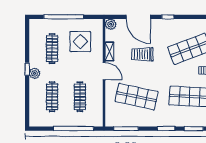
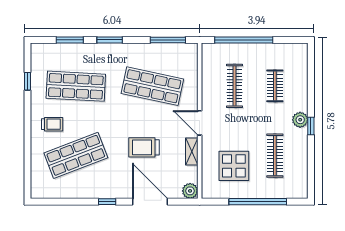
trolley: (142, 54) -> (144, 147), turned 180
clothes rail: (52, 97) -> (275, 86), width x0.73

